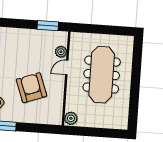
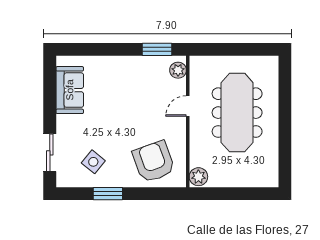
plant: (61, 52) -> (178, 70), moved
armchair: (31, 88) -> (154, 162), moved

